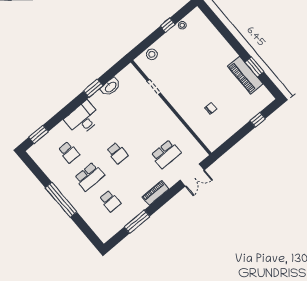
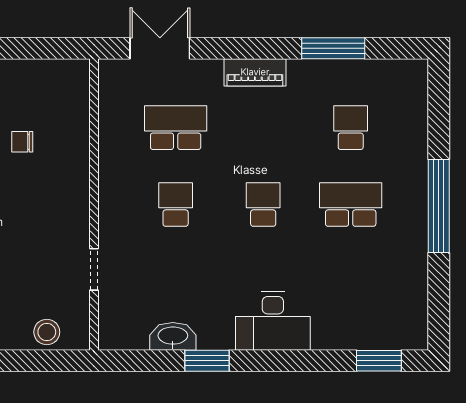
school desk: (69, 152) -> (176, 204), moved

